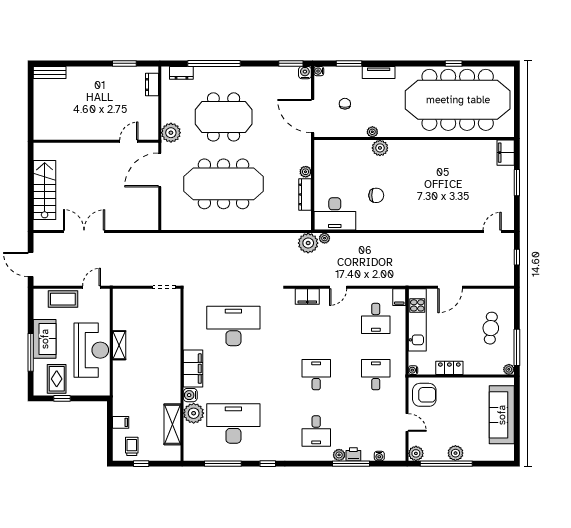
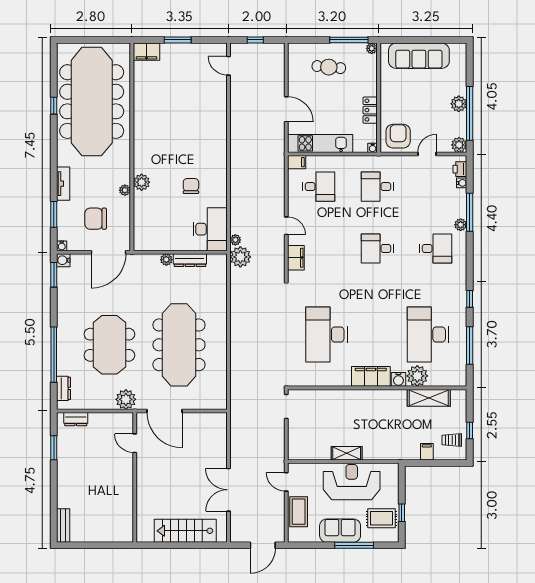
chair: (345, 104) -> (96, 219), width x1.87, depth x1.87
printer: (353, 454) -> (460, 169), moved

